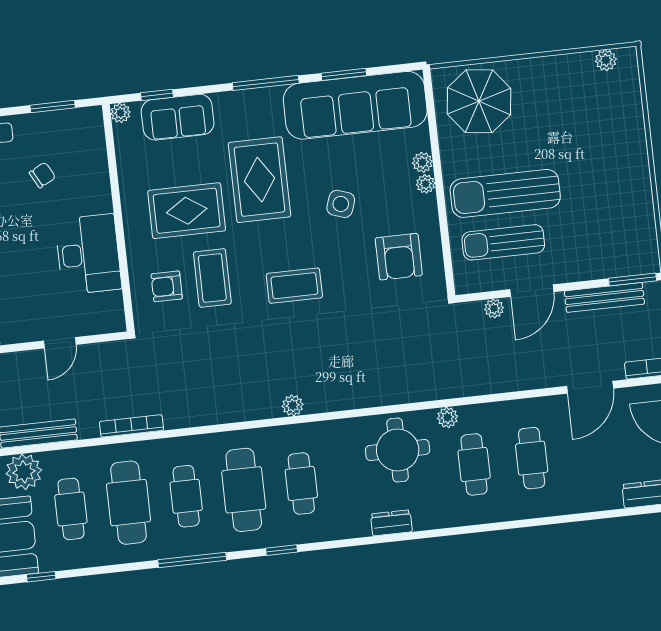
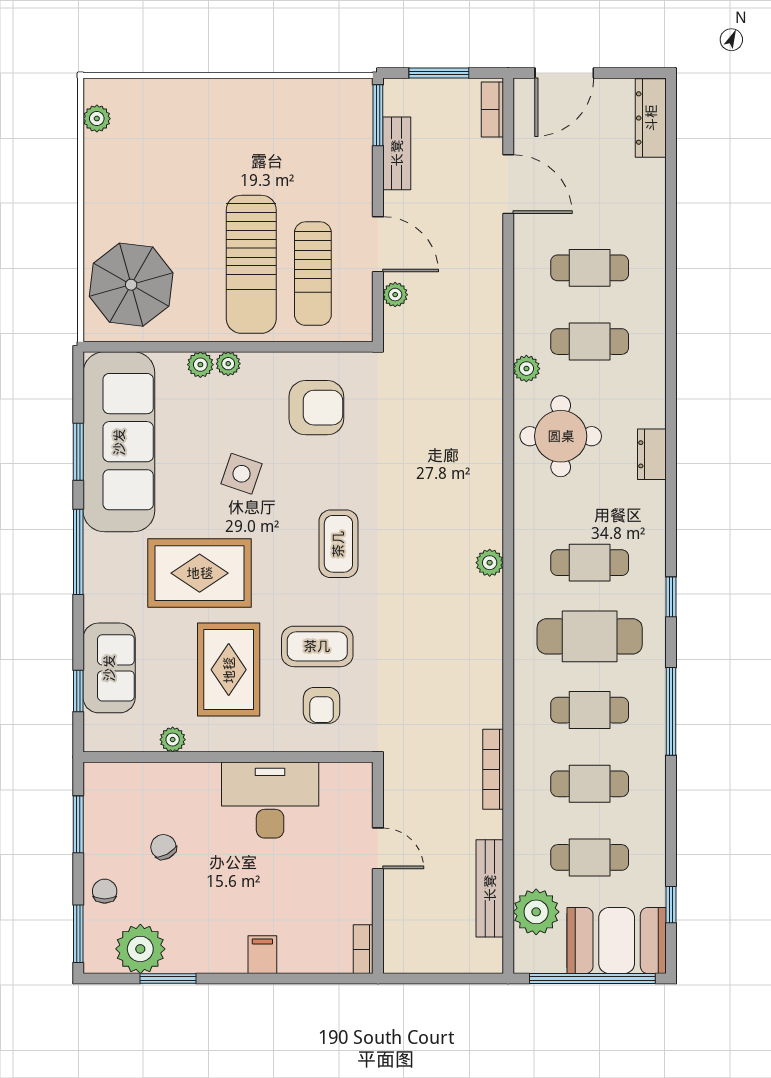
plant: (120, 113) -> (173, 740), moved
bench: (604, 297) -> (397, 153), width x0.73
cafe table: (129, 503) -> (590, 784), width x0.73, depth x0.74

